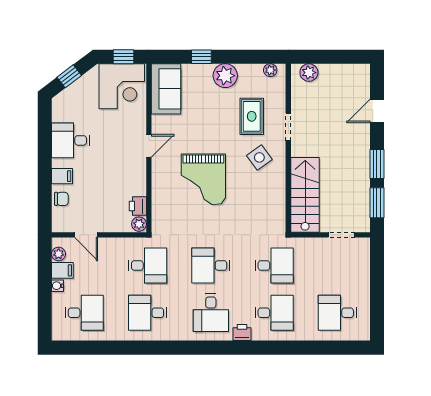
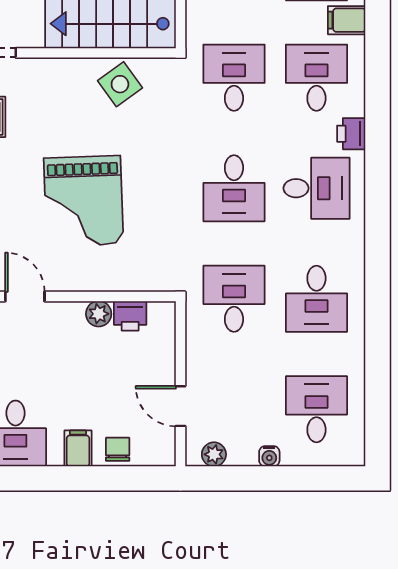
side table: (259, 157) -> (120, 84), moved
grand piano: (203, 179) -> (84, 201), turned 88
plant: (139, 224) -> (99, 314), moved
door: (86, 235) -> (180, 406), swing flipped
filing cabinet: (62, 270) -> (347, 20), moved, turned -90

